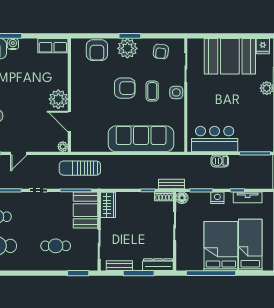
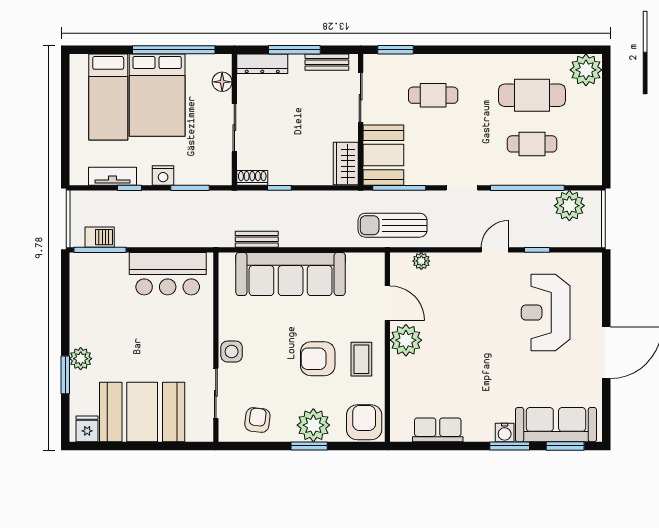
coffee table: (152, 91) -> (361, 359), moved
wall: (69, 95) -> (387, 347), moved
plant: (58, 99) -> (406, 340), moved
door: (69, 121) -> (387, 303), moved
barbecue: (220, 161) -> (100, 237), moved
sun lounger: (80, 168) -> (393, 225), turned 180
bench: (171, 184) -> (257, 239), moved
floor lamp: (182, 198) -> (222, 82), moved

